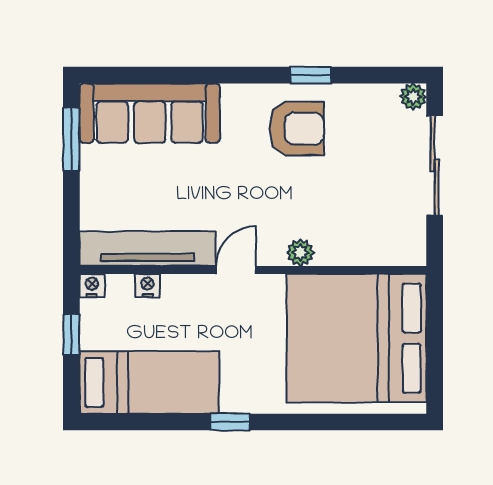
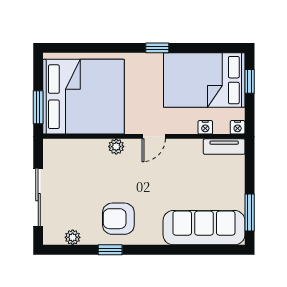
plant: (413, 97) -> (73, 237), moved
tv unit: (148, 249) -> (224, 147), width x0.52, depth x0.78
window: (435, 320) -> (38, 107), added
window: (71, 334) -> (250, 81), moved
bed: (149, 382) -> (204, 80), width x1.50

